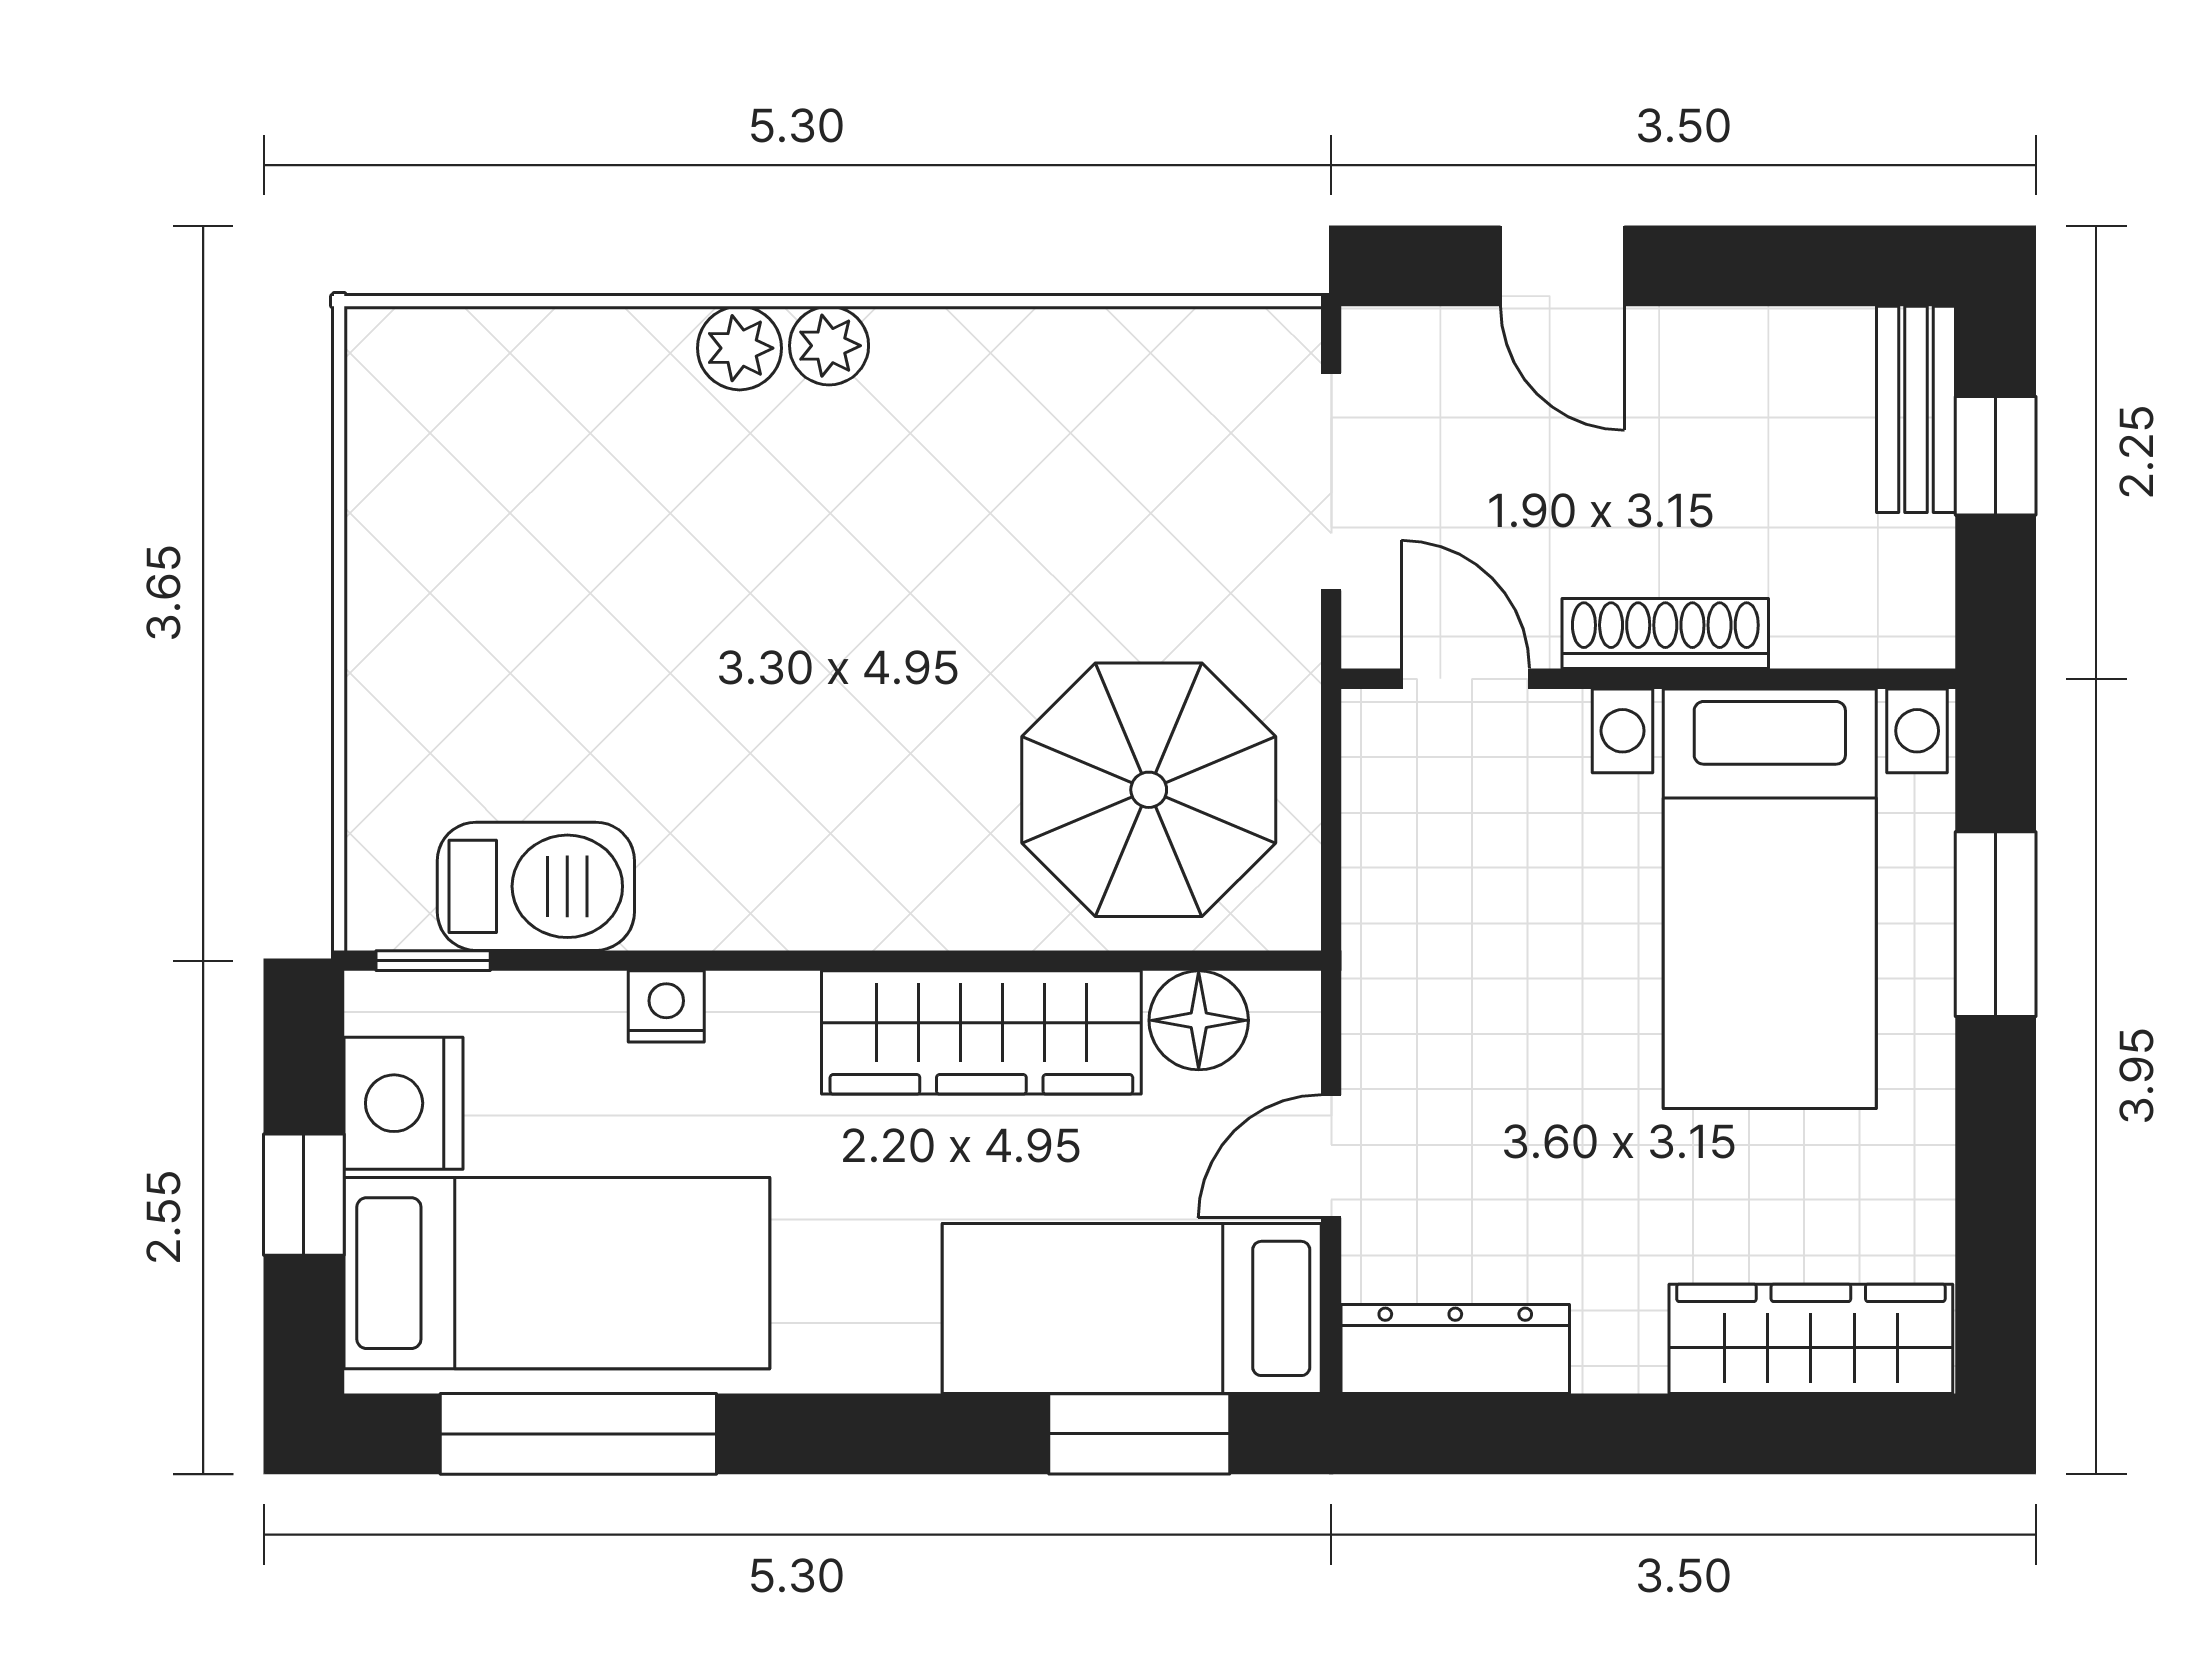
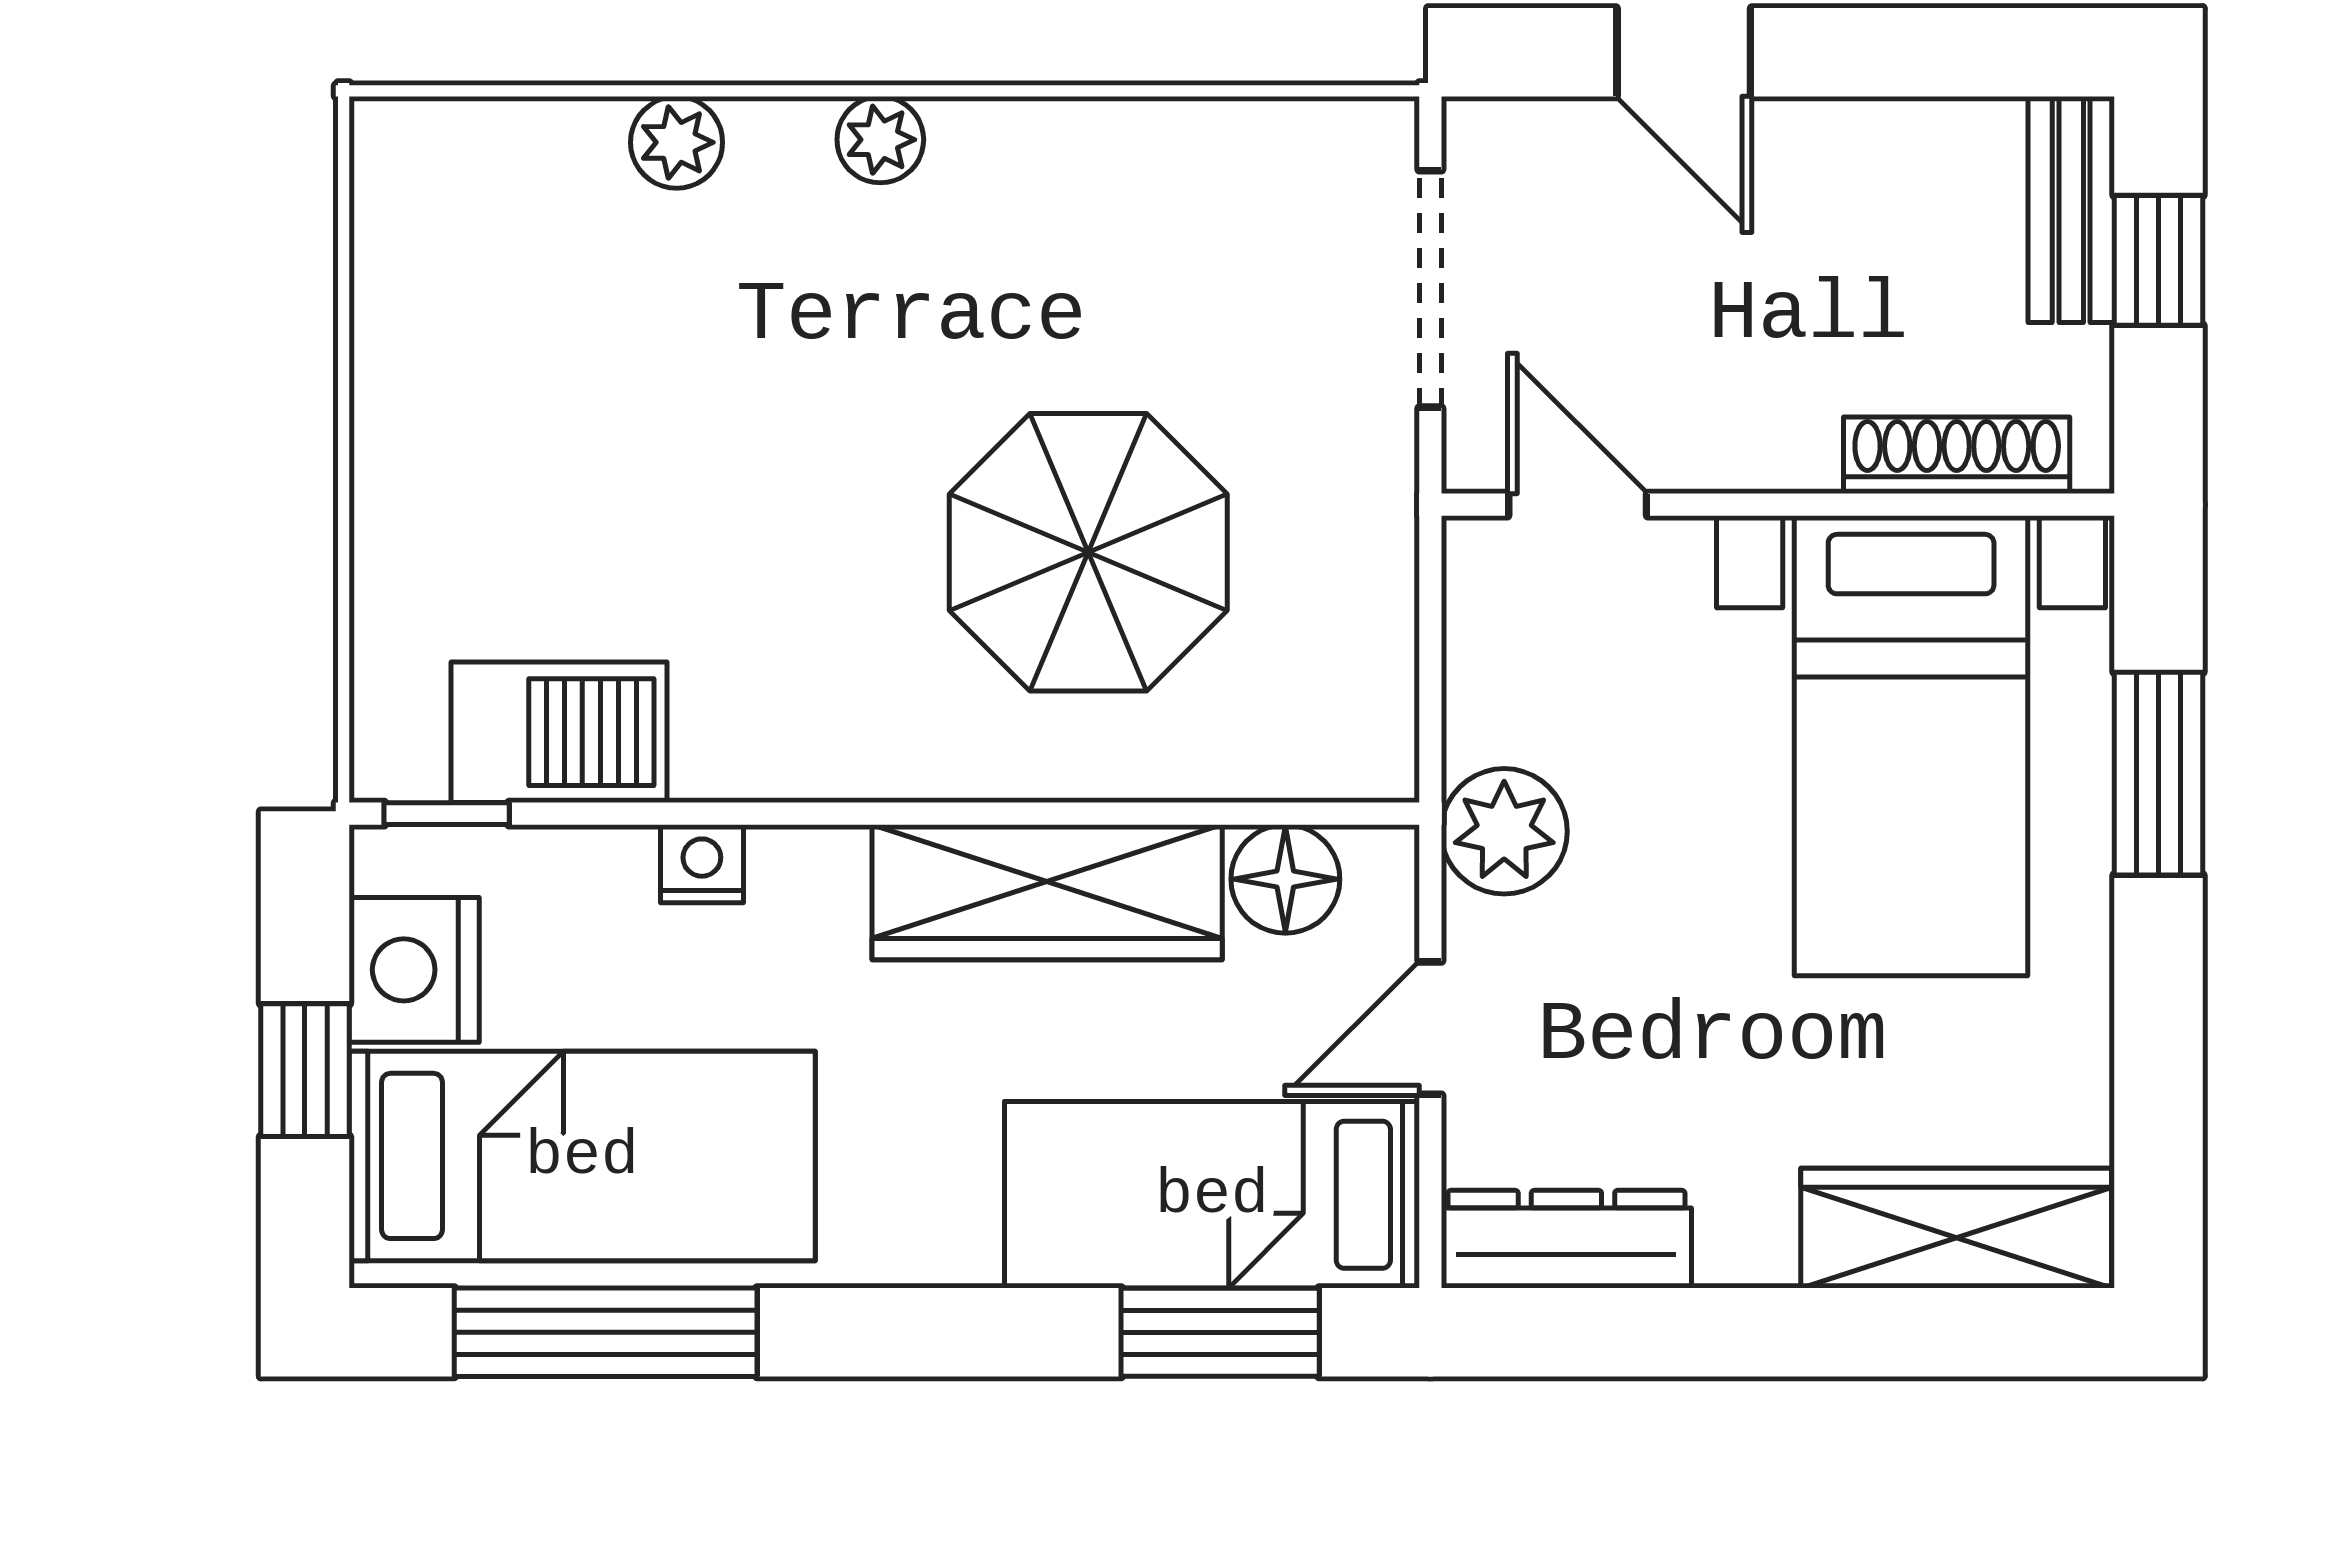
plant: (740, 348) -> (677, 142), moved
shoe rack: (1665, 634) -> (1957, 455), moved
parasol: (1149, 790) -> (1088, 552), moved
plant: (1399, 977) -> (1504, 831), added

